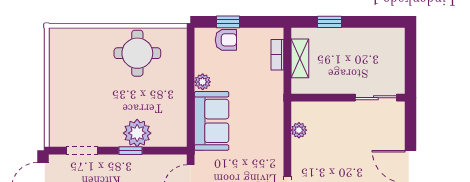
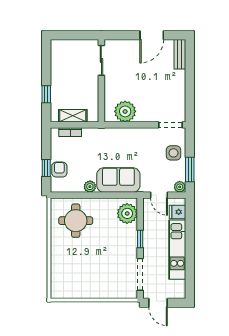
round table: (137, 53) -> (76, 221), moved
plant: (299, 130) -> (125, 111), width x1.87, depth x1.87
plant: (137, 133) -> (127, 213), moved
doorway: (82, 151) -> (140, 274), width x1.38

